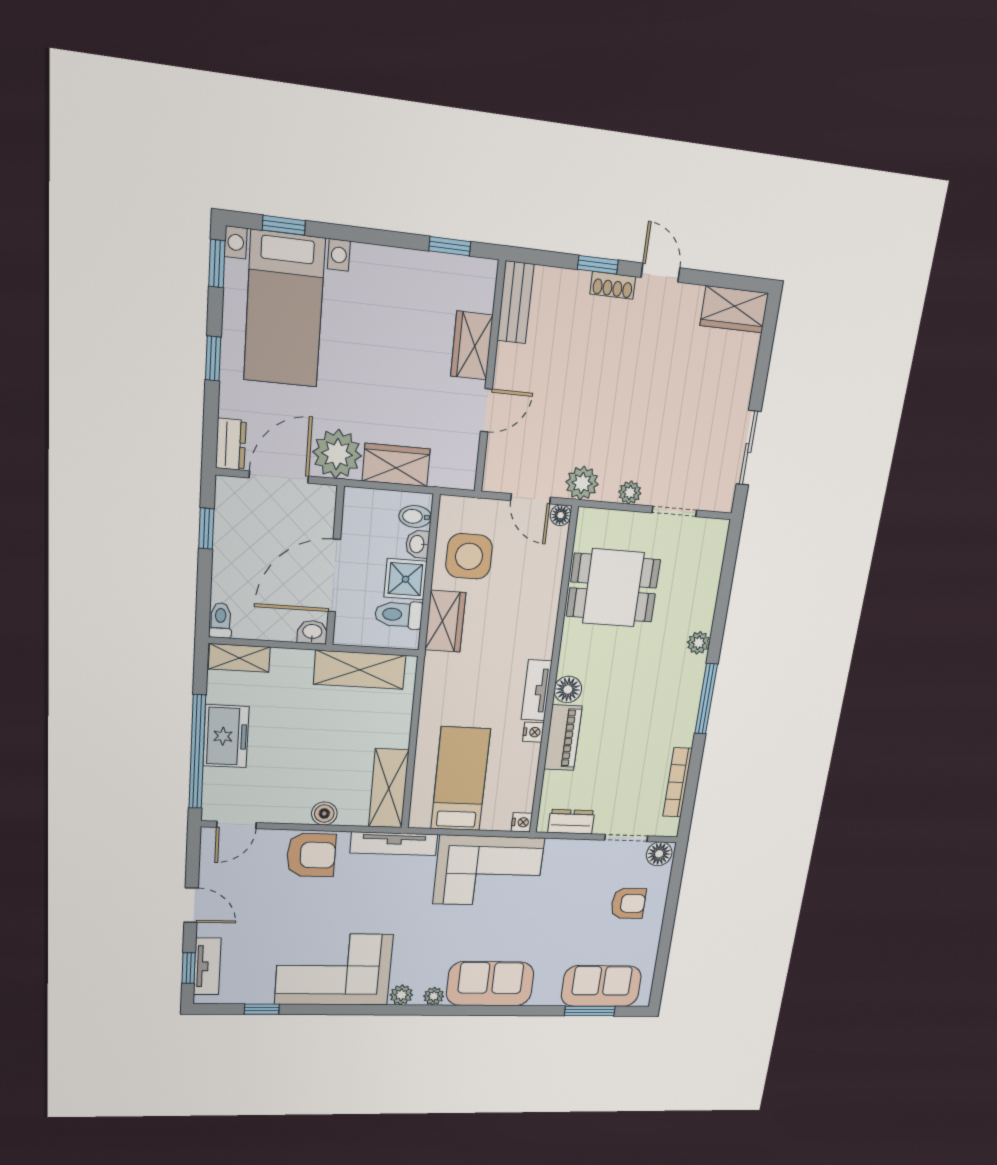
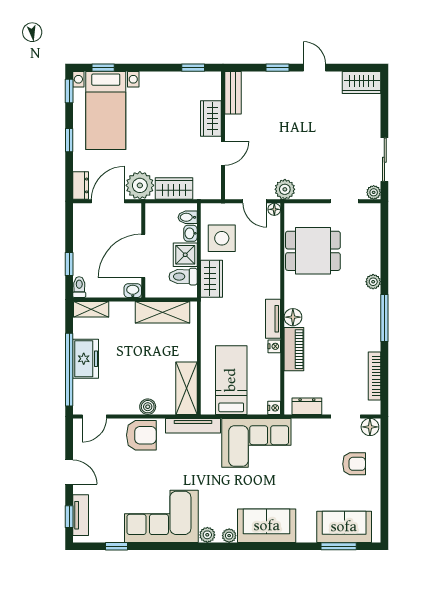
shoe rack: (613, 285) -> (288, 78), removed
plant: (630, 493) -> (374, 192), moved
window: (206, 529) -> (69, 264), moved

